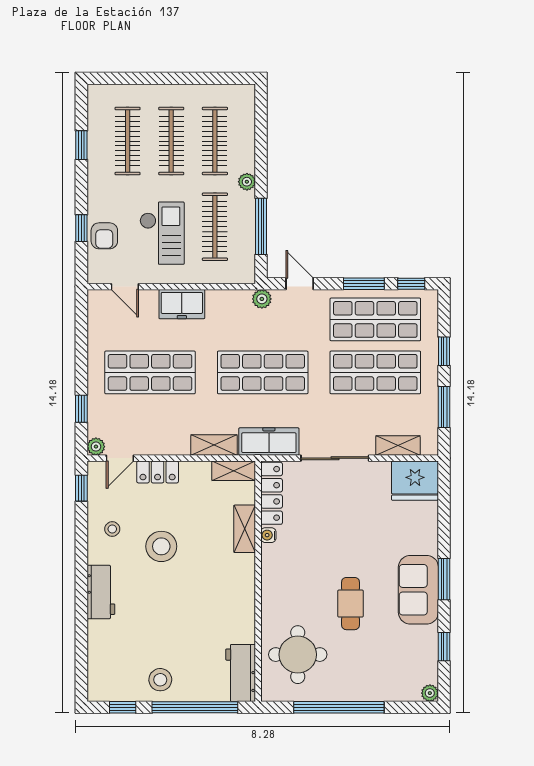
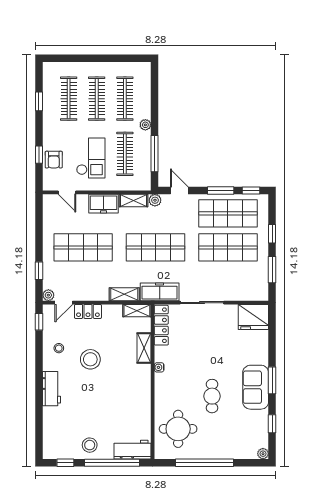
shelving: (398, 446) -> (134, 200), moved
water cooler: (268, 535) -> (159, 367), moved
workbench: (241, 673) -> (132, 450), moved, turned 90

